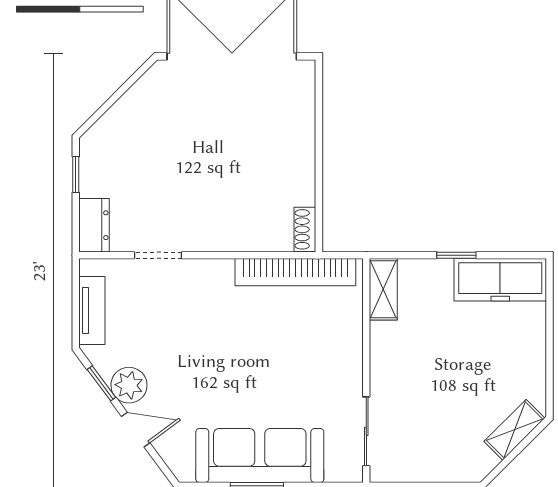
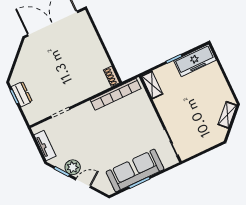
dresser: (94, 225) -> (22, 94), moved

